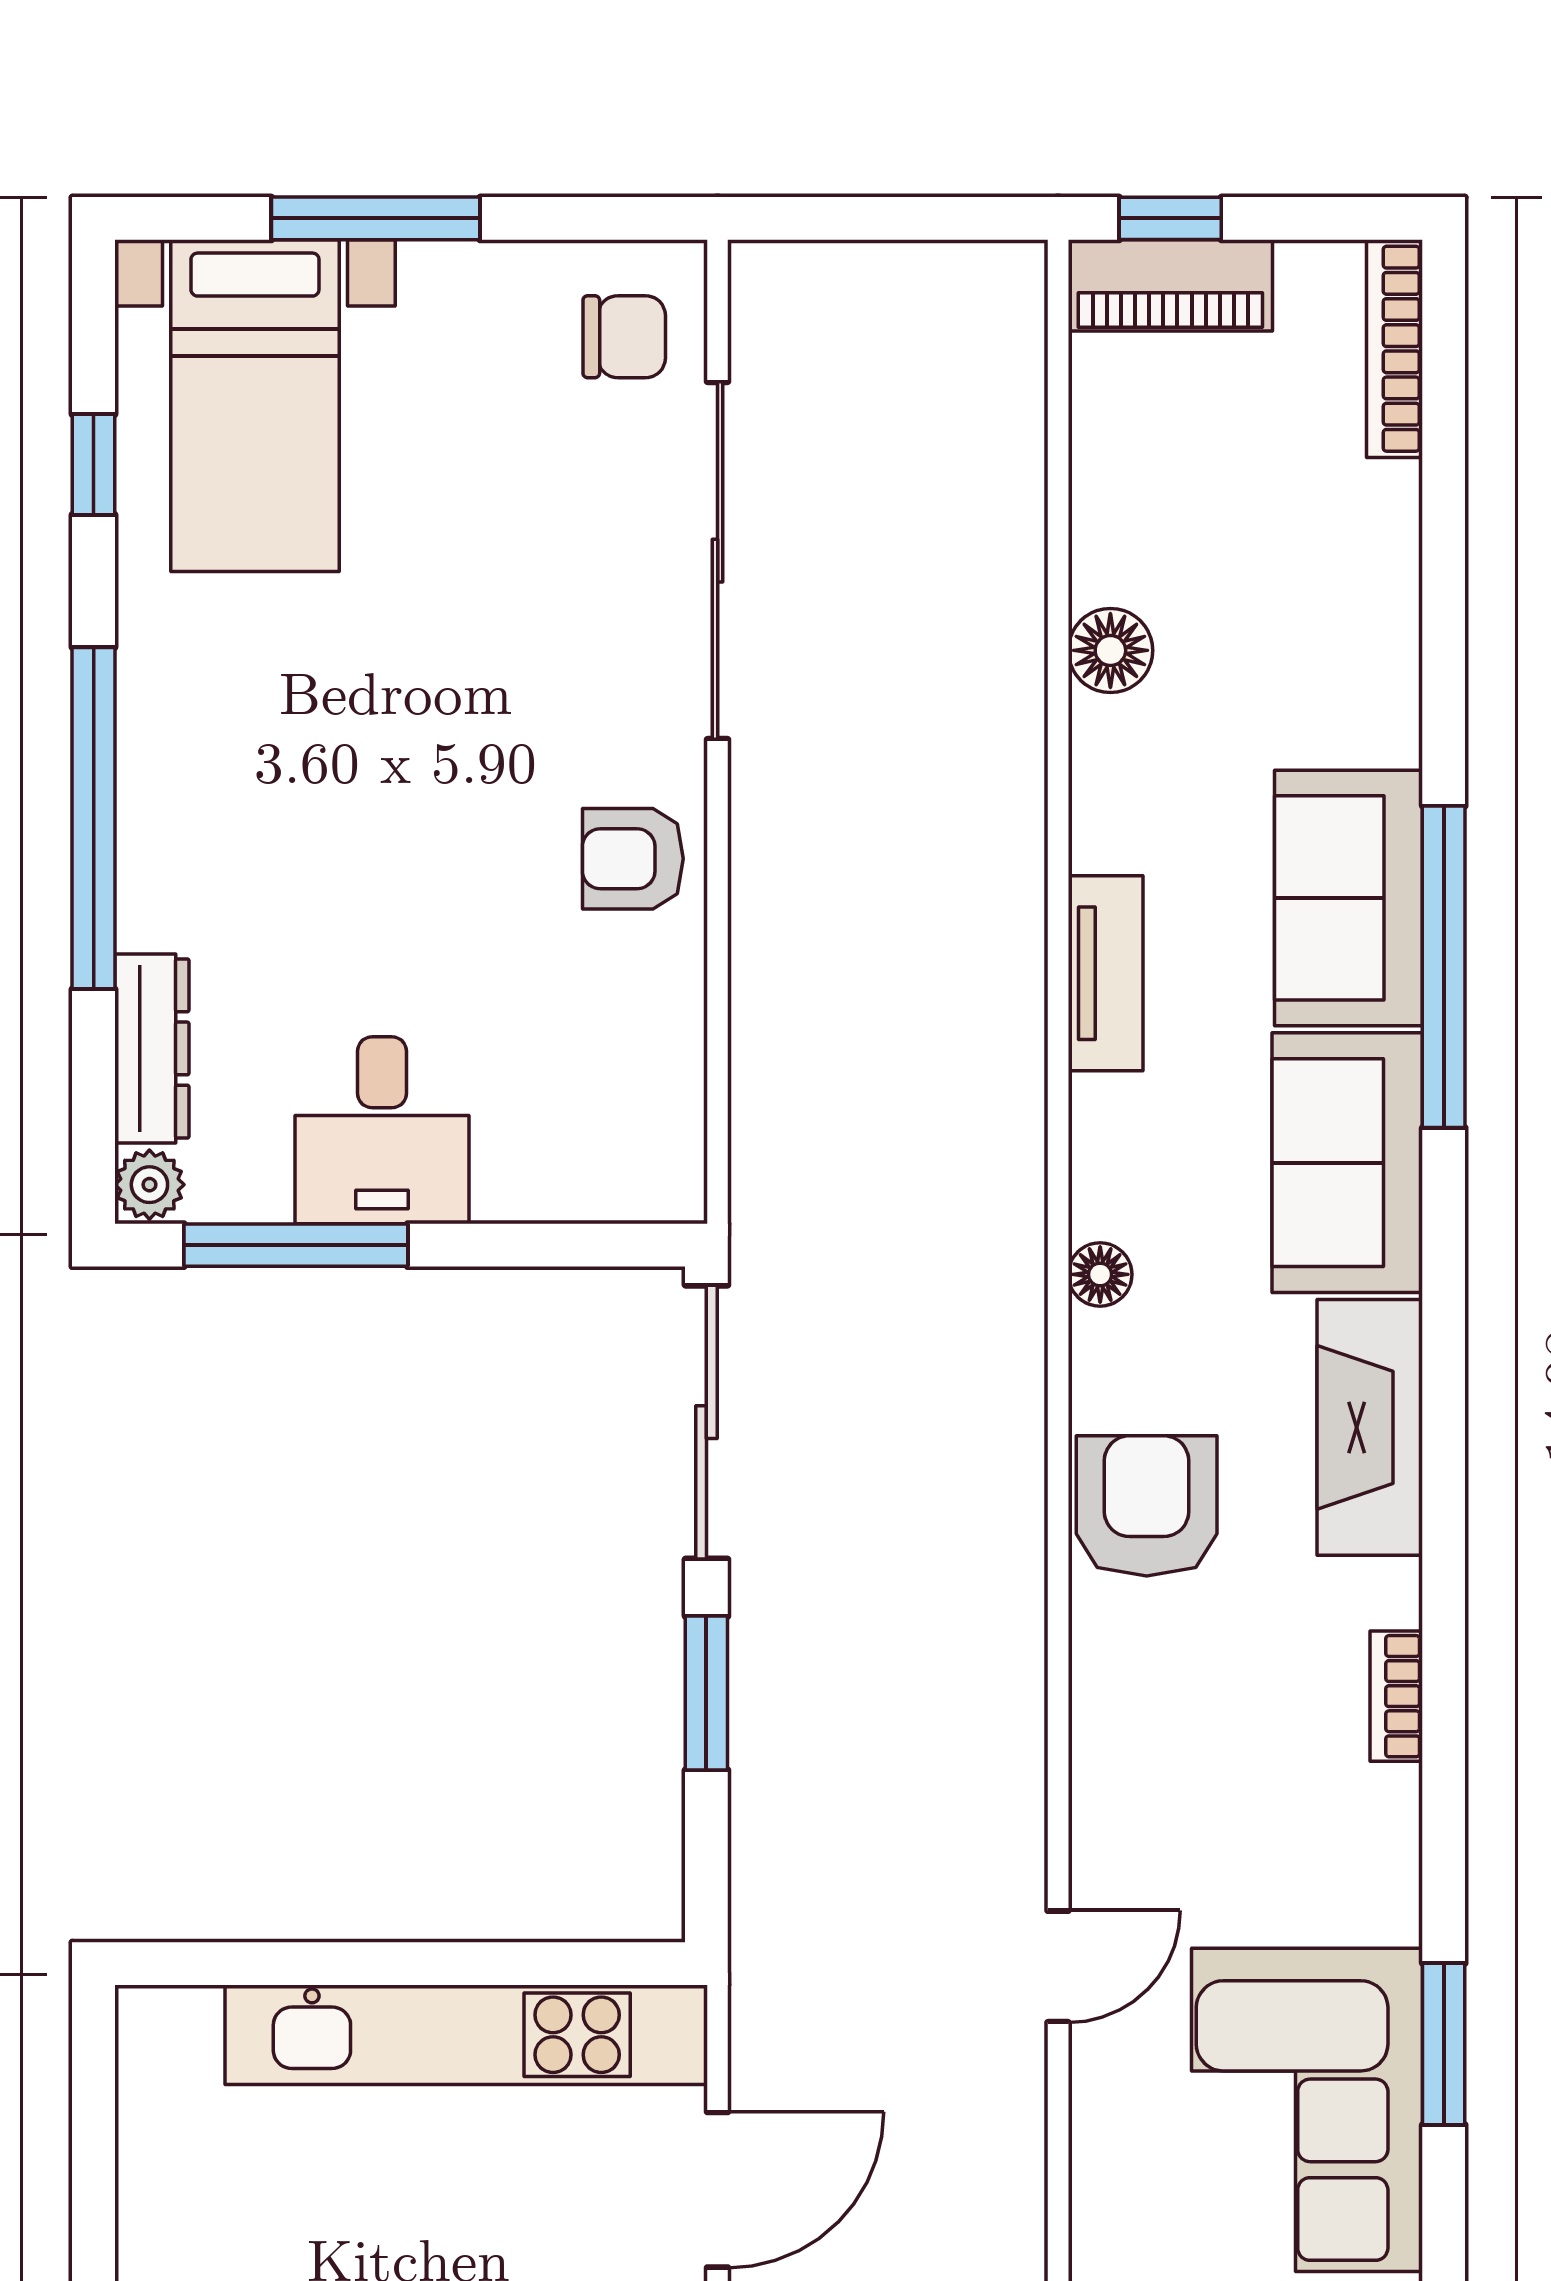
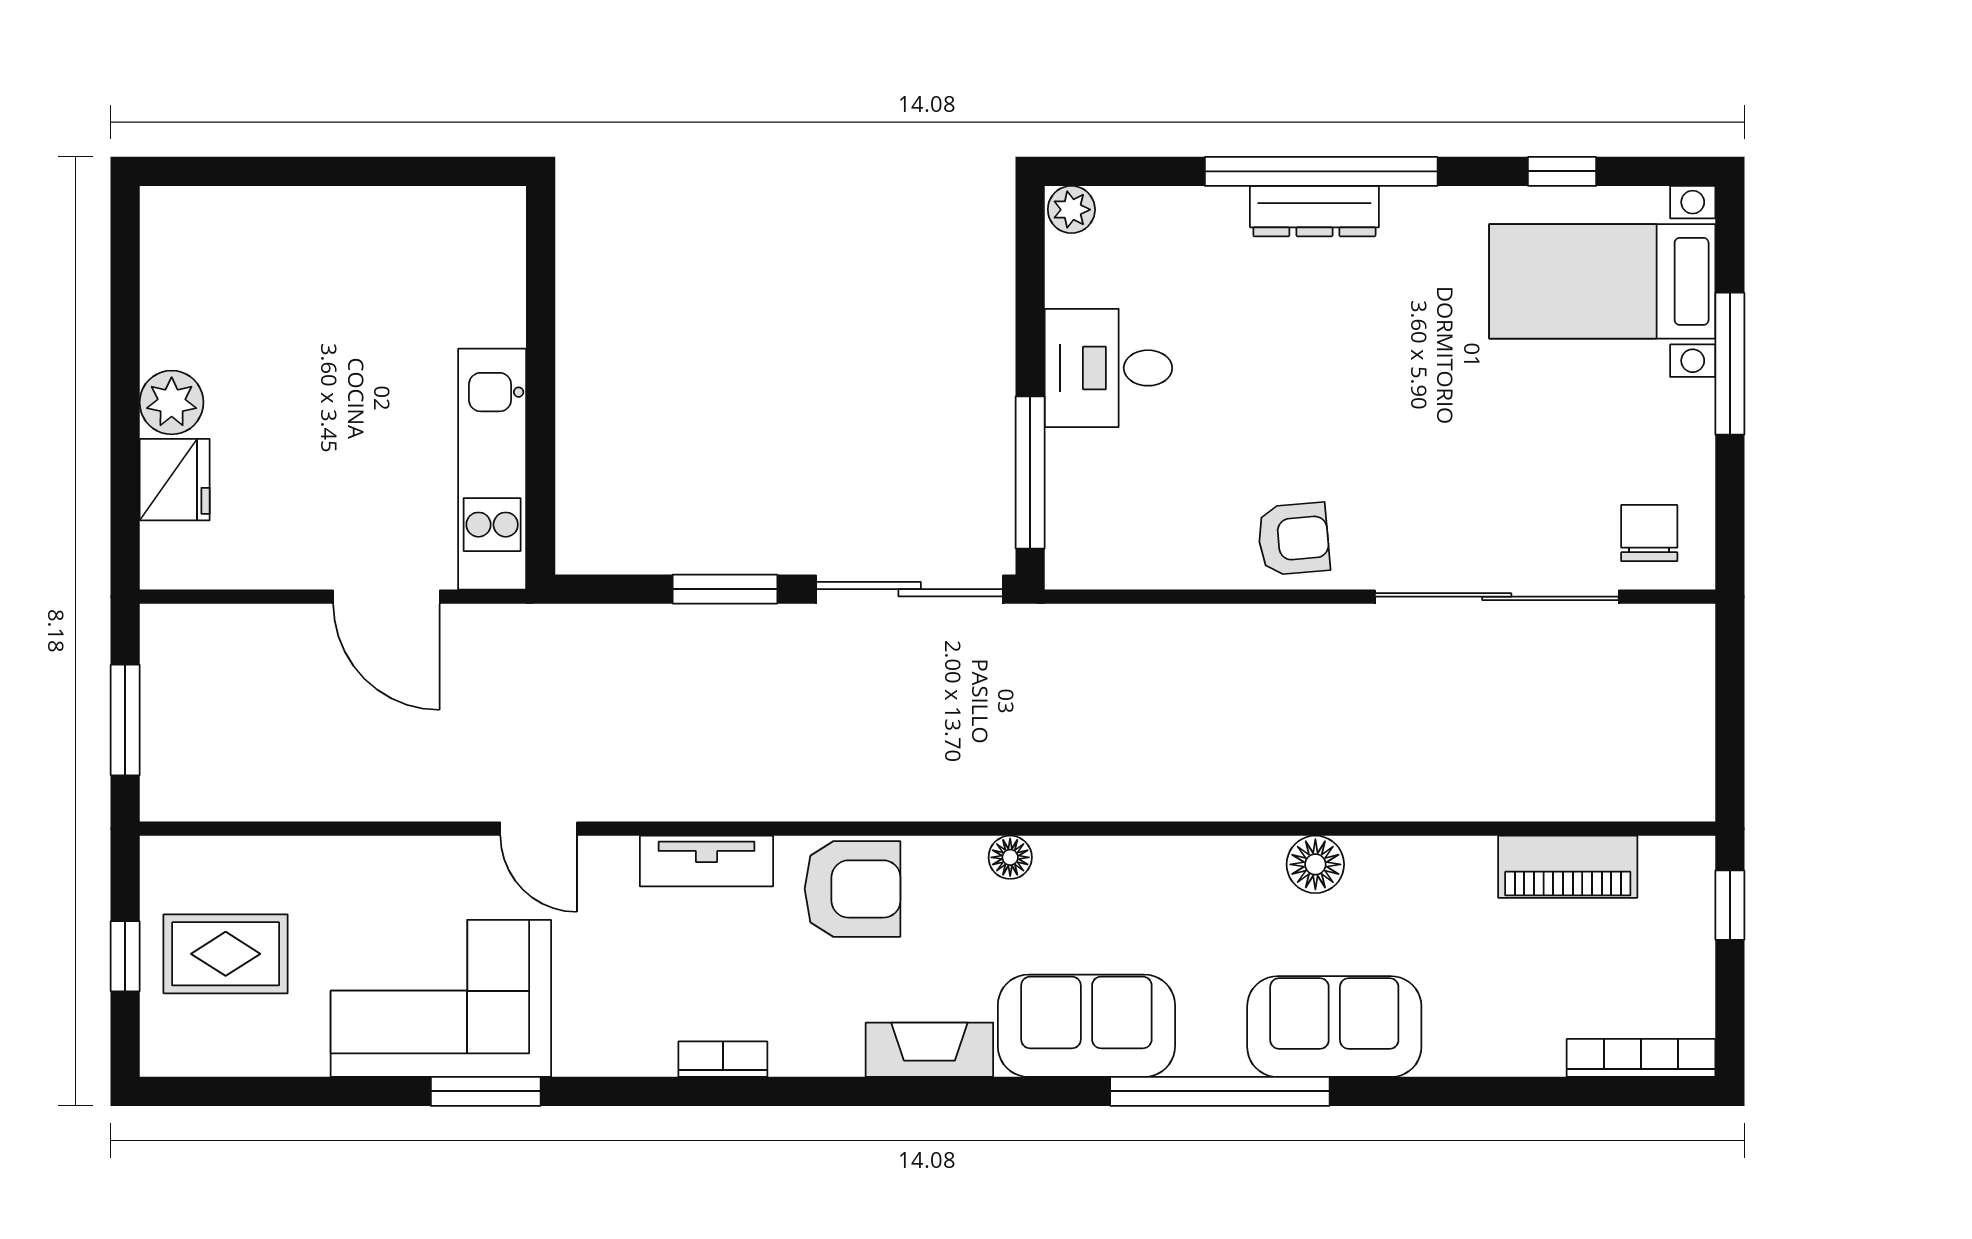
piano: (1170, 285) -> (1568, 867), moved, turned -90
chair: (624, 337) -> (1649, 533), turned 180
floor lamp: (1110, 650) -> (1315, 864), moved
armchair: (633, 859) -> (1293, 539), turned 85
sofa: (1348, 898) -> (1334, 1027), moved
tv unit: (1106, 973) -> (707, 861), moved
dresser: (152, 1048) -> (1314, 211), moved
window: (296, 1245) -> (1030, 472), moved
fireplace: (1370, 1427) -> (929, 1050), width x0.73, depth x0.76
kitchen unit: (466, 2035) -> (492, 469), width x0.73

